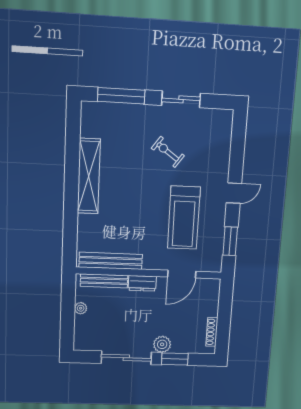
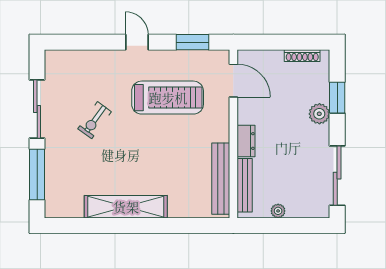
sliding door: (181, 99) -> (37, 109), width x1.37
door: (182, 274) -> (233, 81), moved
sliding door: (126, 358) -> (337, 176), moved

